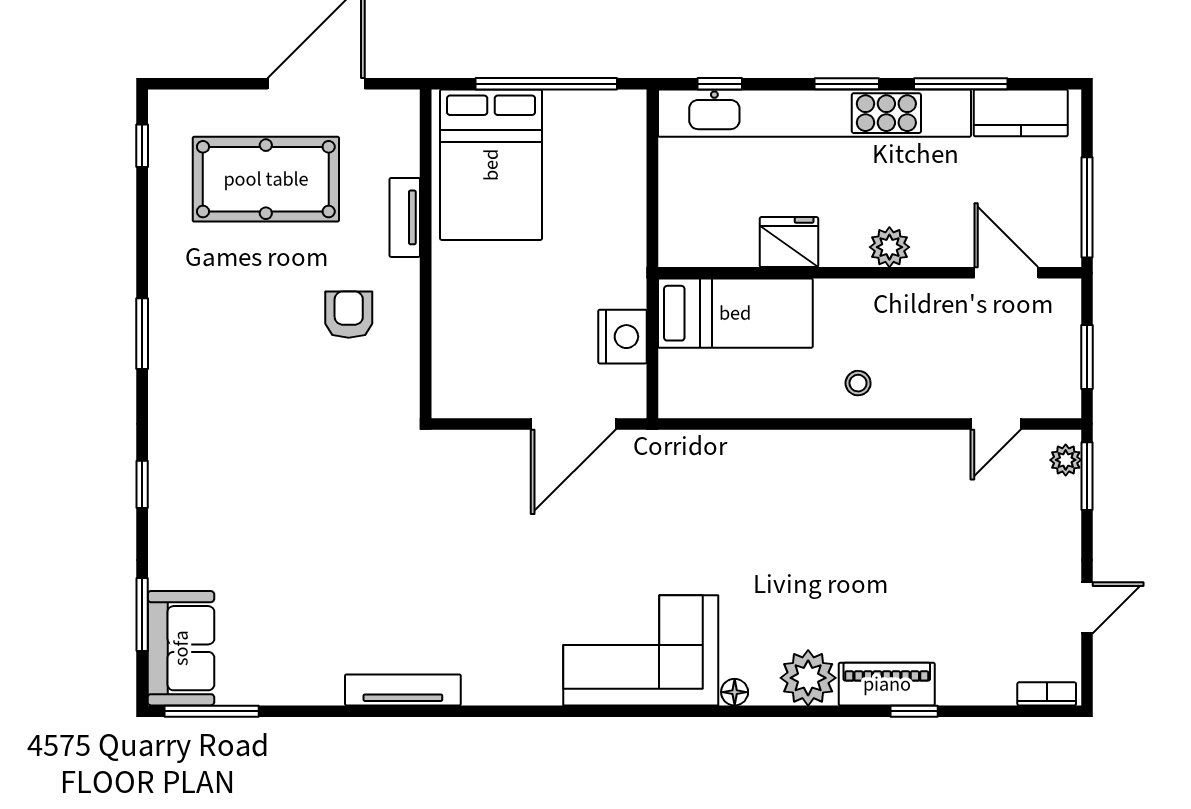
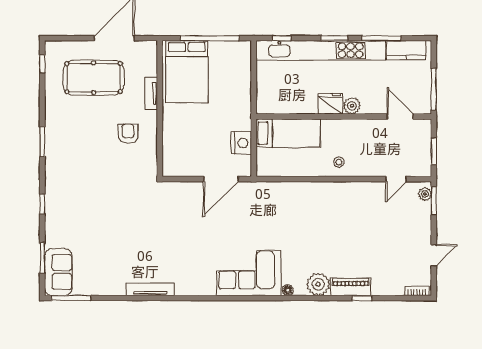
fridge: (789, 242) -> (330, 104), moved

